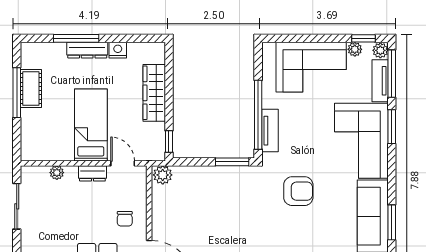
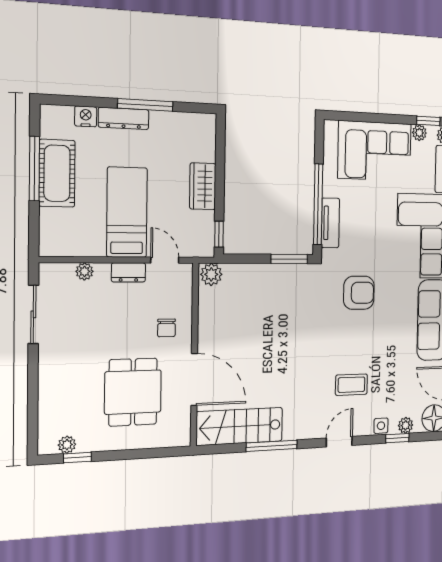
window: (76, 38) -> (145, 105), moved
nightstand: (118, 50) -> (86, 116), moved
cot: (31, 88) -> (57, 173), width x1.37, depth x1.34
wardrobe: (154, 93) -> (203, 186), width x0.67

